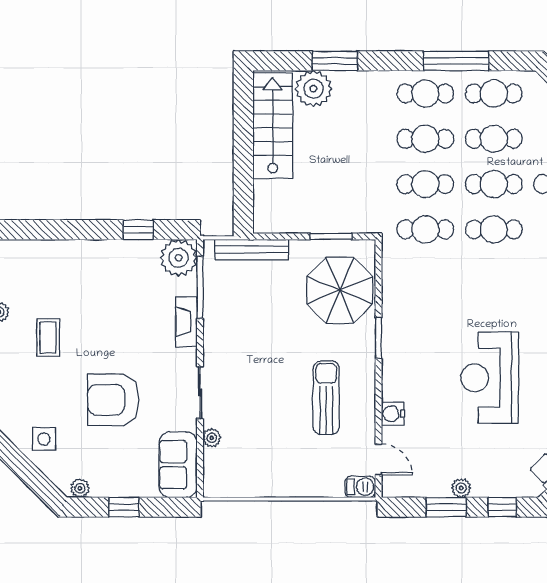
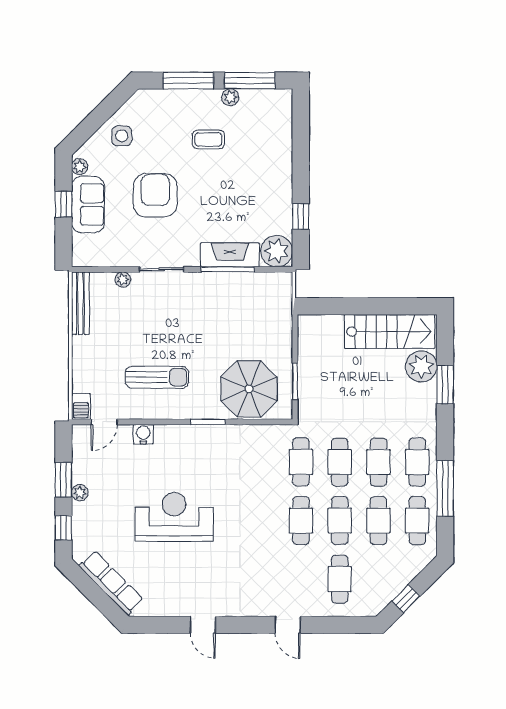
bench: (252, 250) -> (80, 303), moved
window: (200, 287) -> (228, 269), moved
fireplace: (186, 322) -> (230, 255), width x1.37, depth x1.32
sofa: (178, 465) -> (88, 205), moved, turned 90

